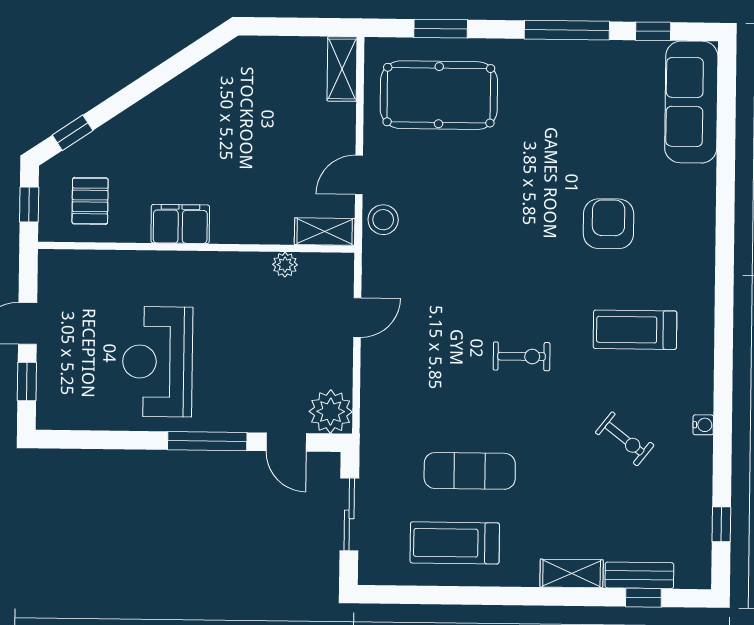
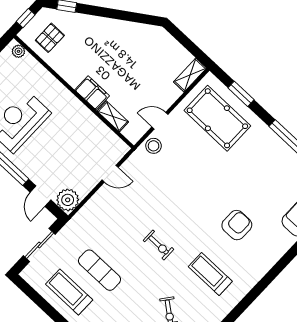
filing cabinet: (180, 224) -> (92, 93), moved
shelving: (325, 232) -> (113, 116), moved
plant: (285, 265) -> (18, 51), moved

